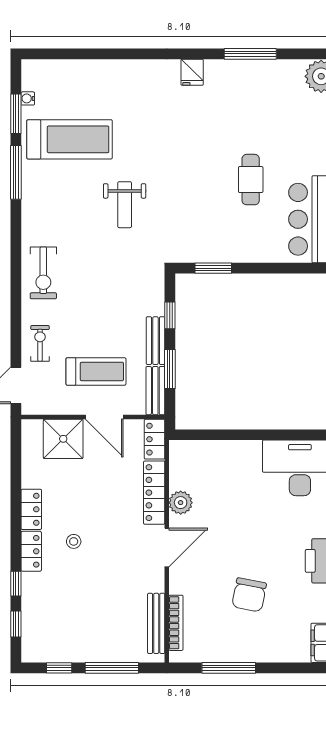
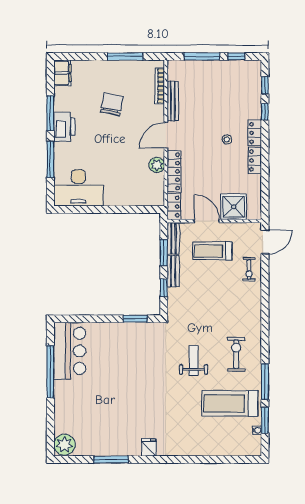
cafe table: (251, 180) -> (111, 377), removed
exercise bike: (43, 273) -> (236, 354), moved
bench: (156, 623) -> (173, 101), moved

